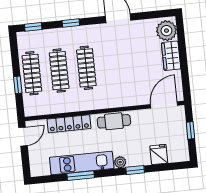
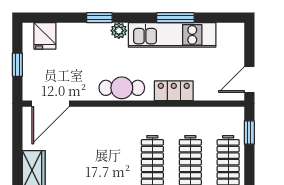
window: (18, 85) -> (249, 133), moved
locker: (69, 124) -> (174, 91), width x0.66
fridge: (159, 154) -> (45, 36), moved

